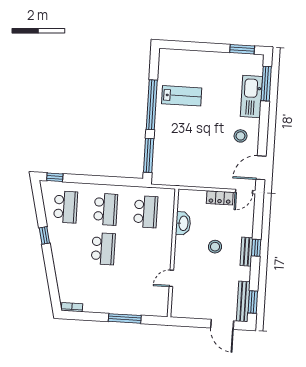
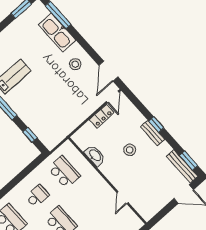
window: (149, 155) -> (30, 135), width x0.46
school desk: (106, 209) -> (37, 196), width x0.54

